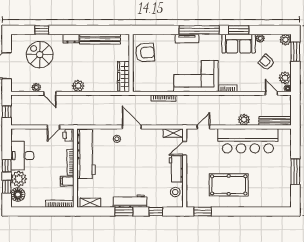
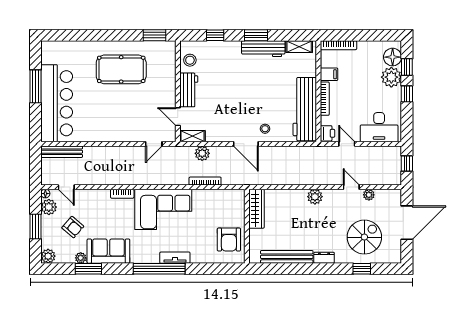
window: (239, 30) -> (88, 269), moved
window: (295, 52) -> (35, 227), moved
armchair: (145, 53) -> (229, 240), turned -86
spiral stairs: (40, 55) -> (364, 237), turned -90
plant: (244, 120) -> (202, 153), moved
door: (53, 127) -> (347, 144), hinge flipped
bar counter: (248, 141) -> (57, 103), moved, turned 90
door: (185, 148) -> (178, 117), swing flipped
desk: (22, 156) -> (379, 127), moved, turned 90
workbench: (130, 201) -> (263, 49), moved

